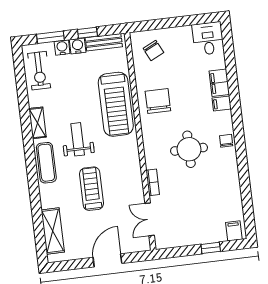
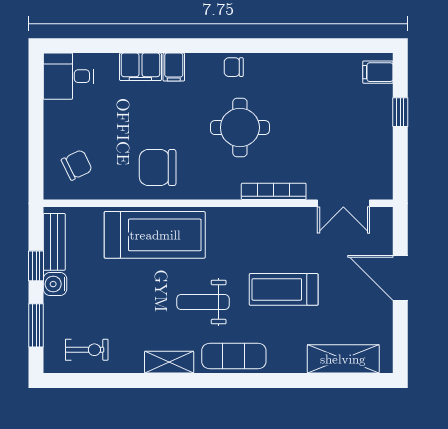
water cooler: (62, 48) -> (55, 309), removed
exercise bike: (39, 71) -> (87, 350), width x0.73, depth x0.72
bookcase: (153, 182) -> (274, 191), width x1.56

